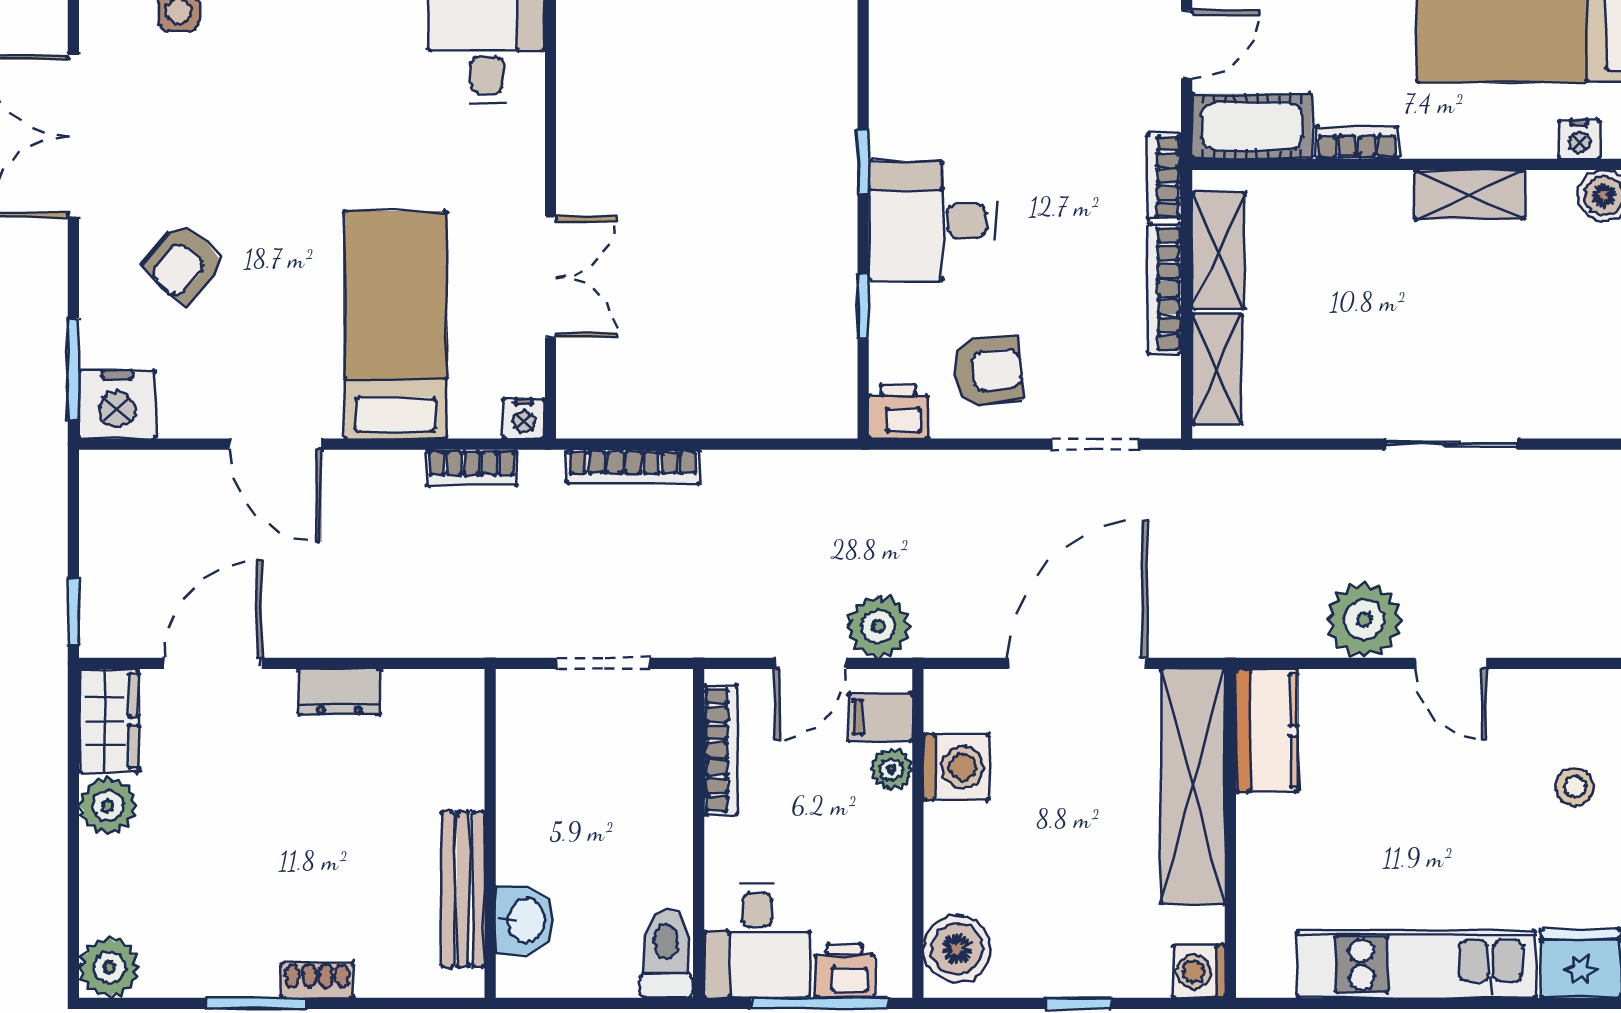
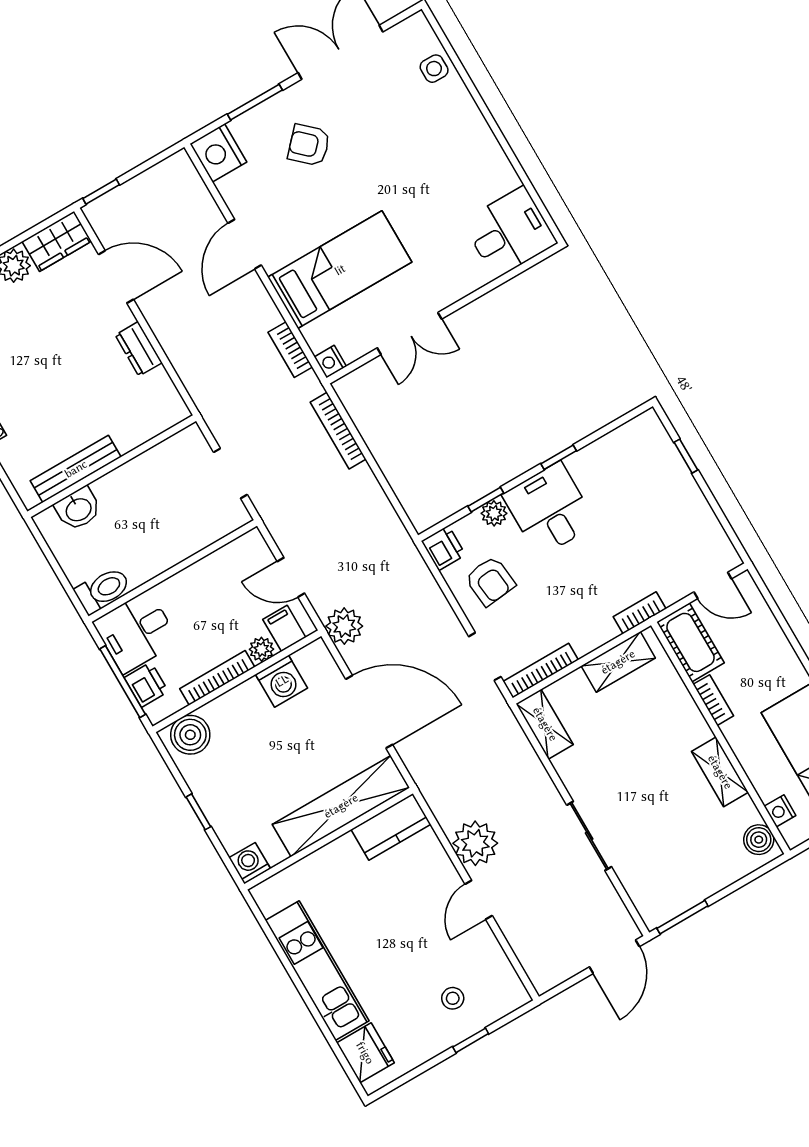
bookcase: (1164, 289) -> (541, 671), moved
plant: (891, 307) -> (494, 513), added
window: (73, 369) -> (255, 102), moved
shelving: (1217, 369) -> (545, 724), moved, turned 90
plant: (878, 626) -> (344, 626), moved
bookcase: (721, 750) -> (217, 678), moved, turned 180

